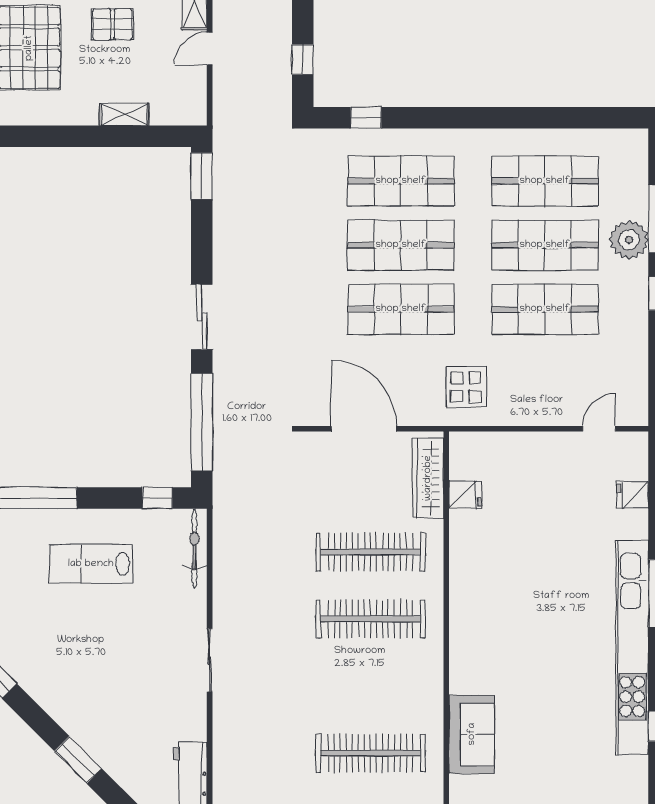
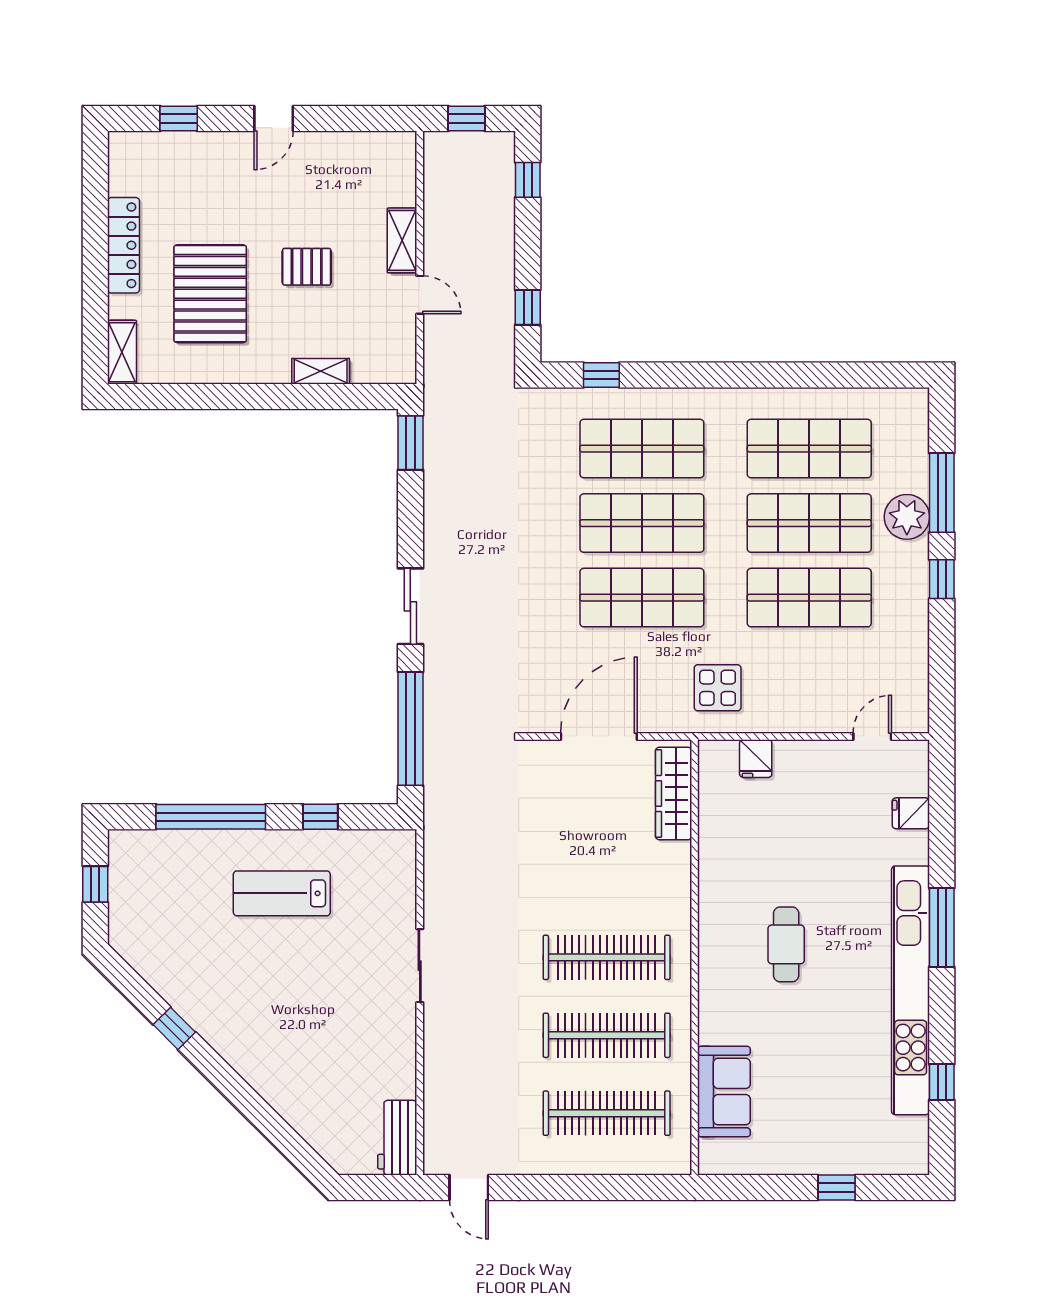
door: (210, 49) -> (420, 295), swing flipped
door: (364, 429) -> (599, 736), hinge flipped
fridge: (465, 495) -> (756, 759), moved, turned 90
window: (157, 498) -> (320, 817), moved
bicycle: (194, 548) -> (402, 875), removed
clothes rail: (371, 552) -> (607, 1035), moved
cafe table: (525, 608) -> (786, 944), added
sliding door: (210, 660) -> (420, 966), moved
window: (78, 760) -> (267, 1121), removed

